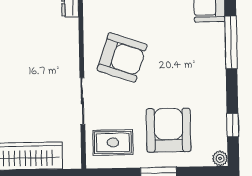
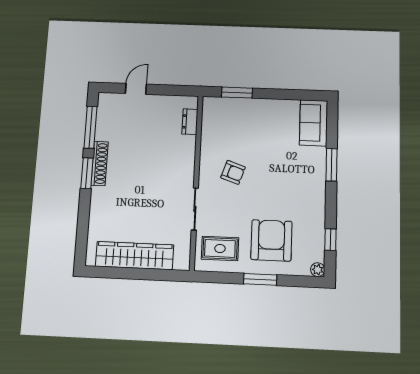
window: (231, 42) -> (332, 165), width x0.69
armchair: (122, 57) -> (233, 172), width x0.53, depth x0.53

